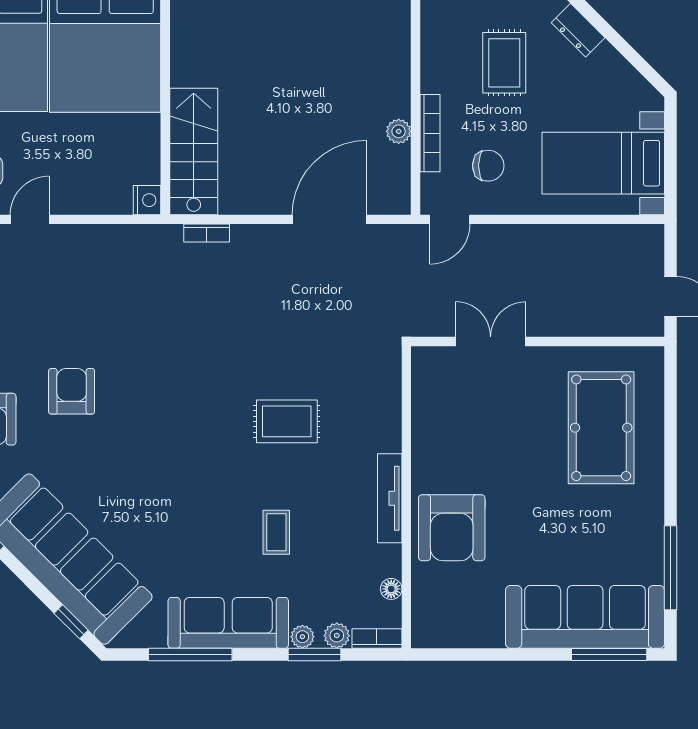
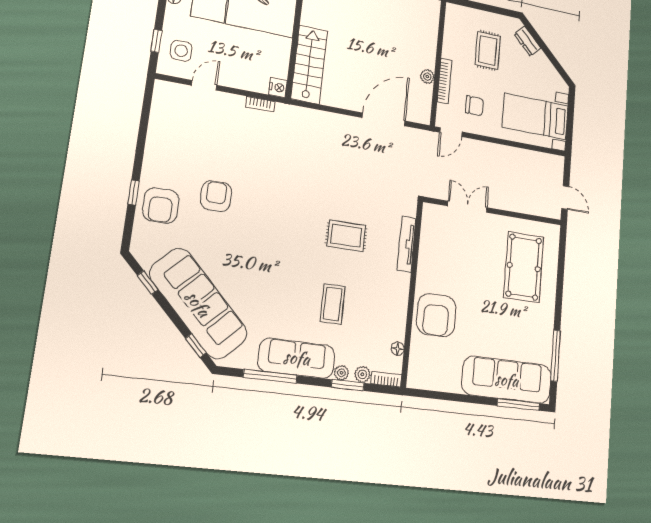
bookcase: (207, 233) -> (260, 104), moved
tv unit: (390, 498) -> (407, 244), moved
coffee table: (276, 532) -> (333, 304), width x1.36, depth x1.30

